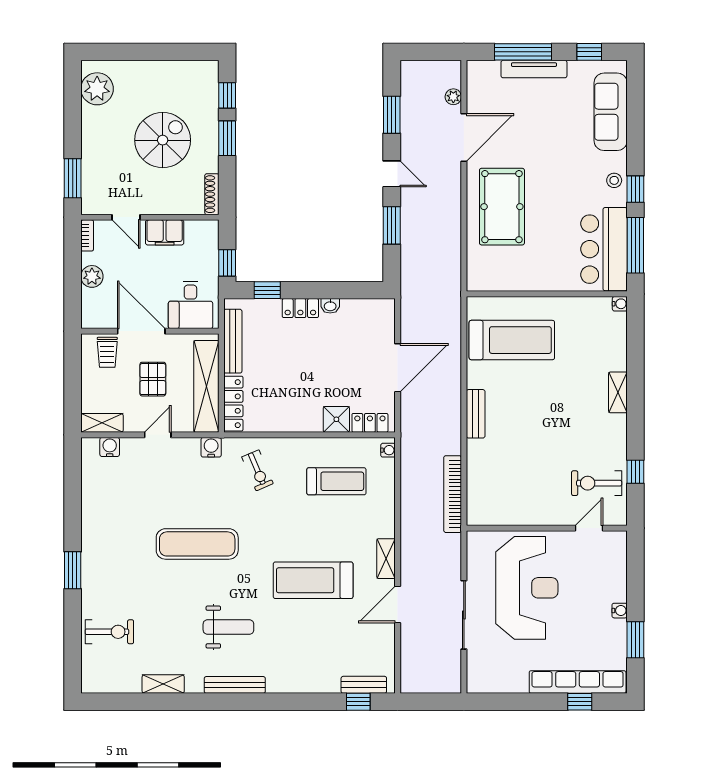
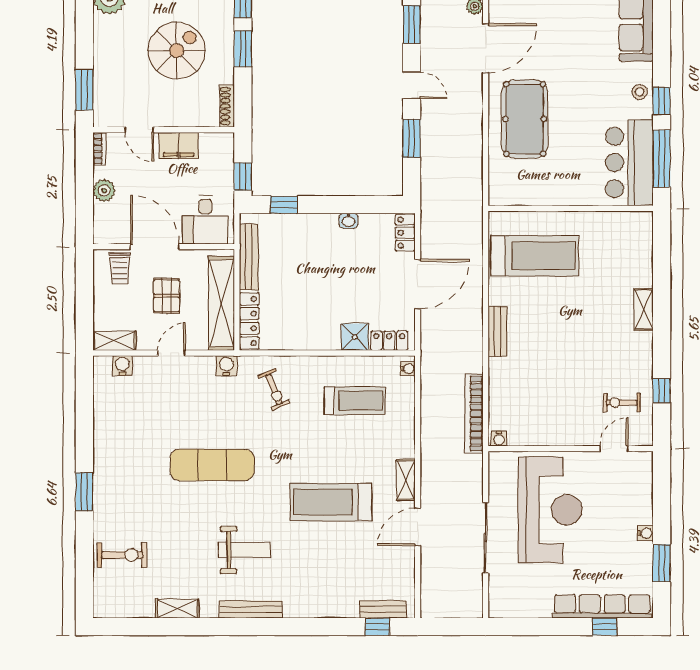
water cooler: (620, 304) -> (499, 439), moved, turned 90
locker: (300, 308) -> (405, 233), moved, turned 90
exercise bike: (597, 483) -> (622, 403), width x0.73, depth x0.72

